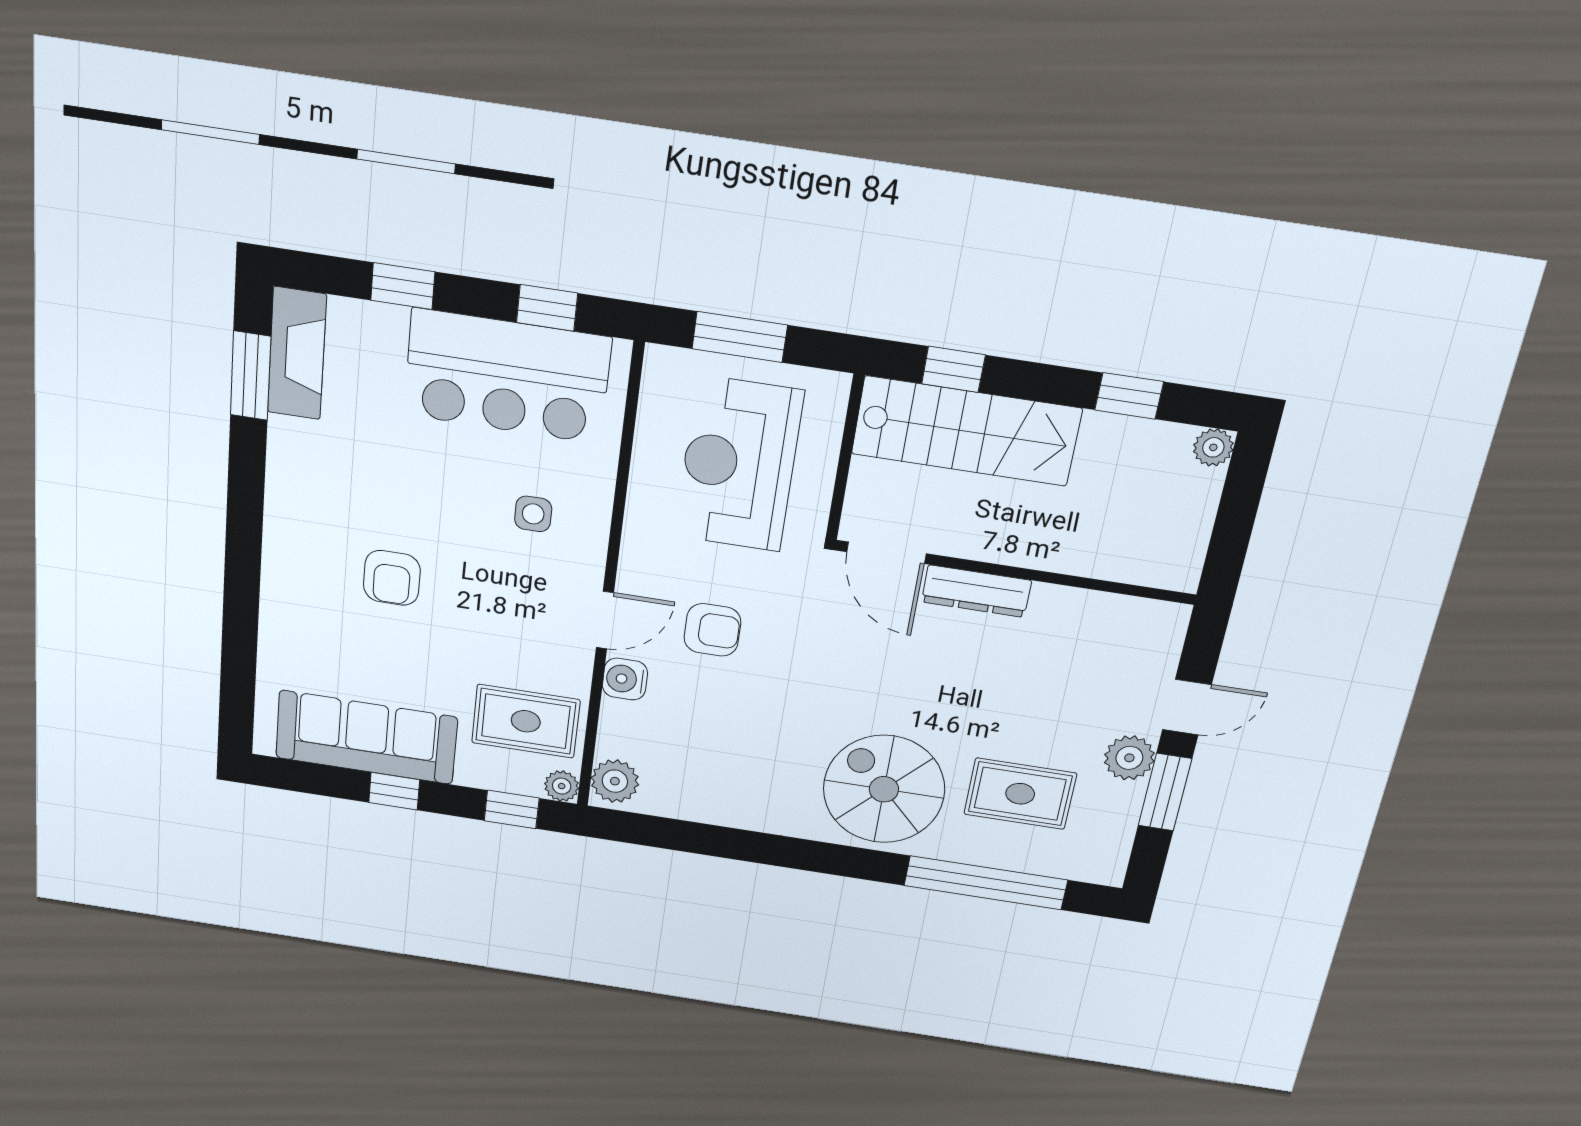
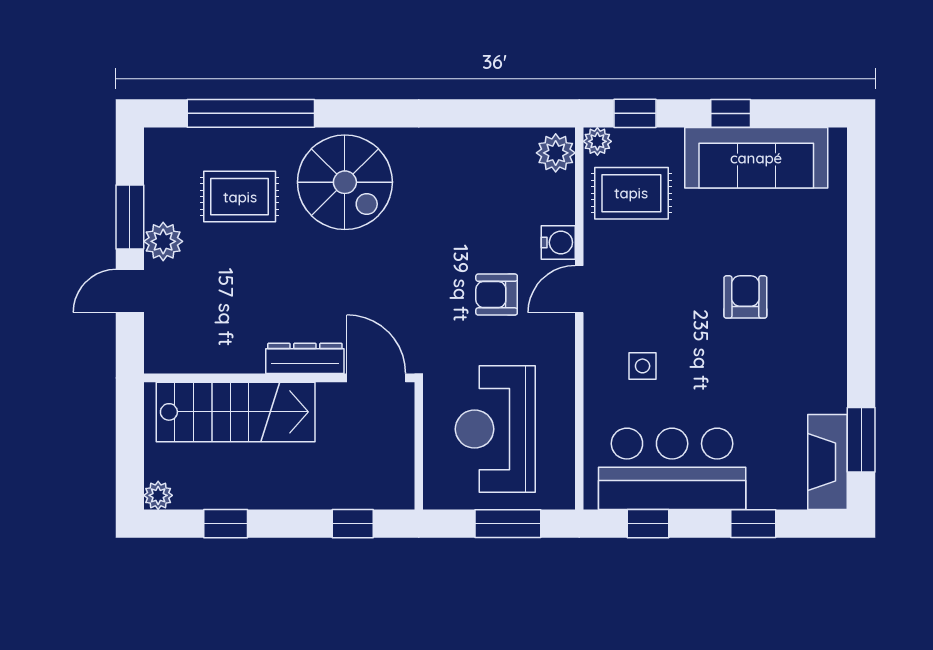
stairs: (966, 431) -> (236, 412), moved, turned 180
reception desk: (739, 464) -> (495, 429), turned 180

